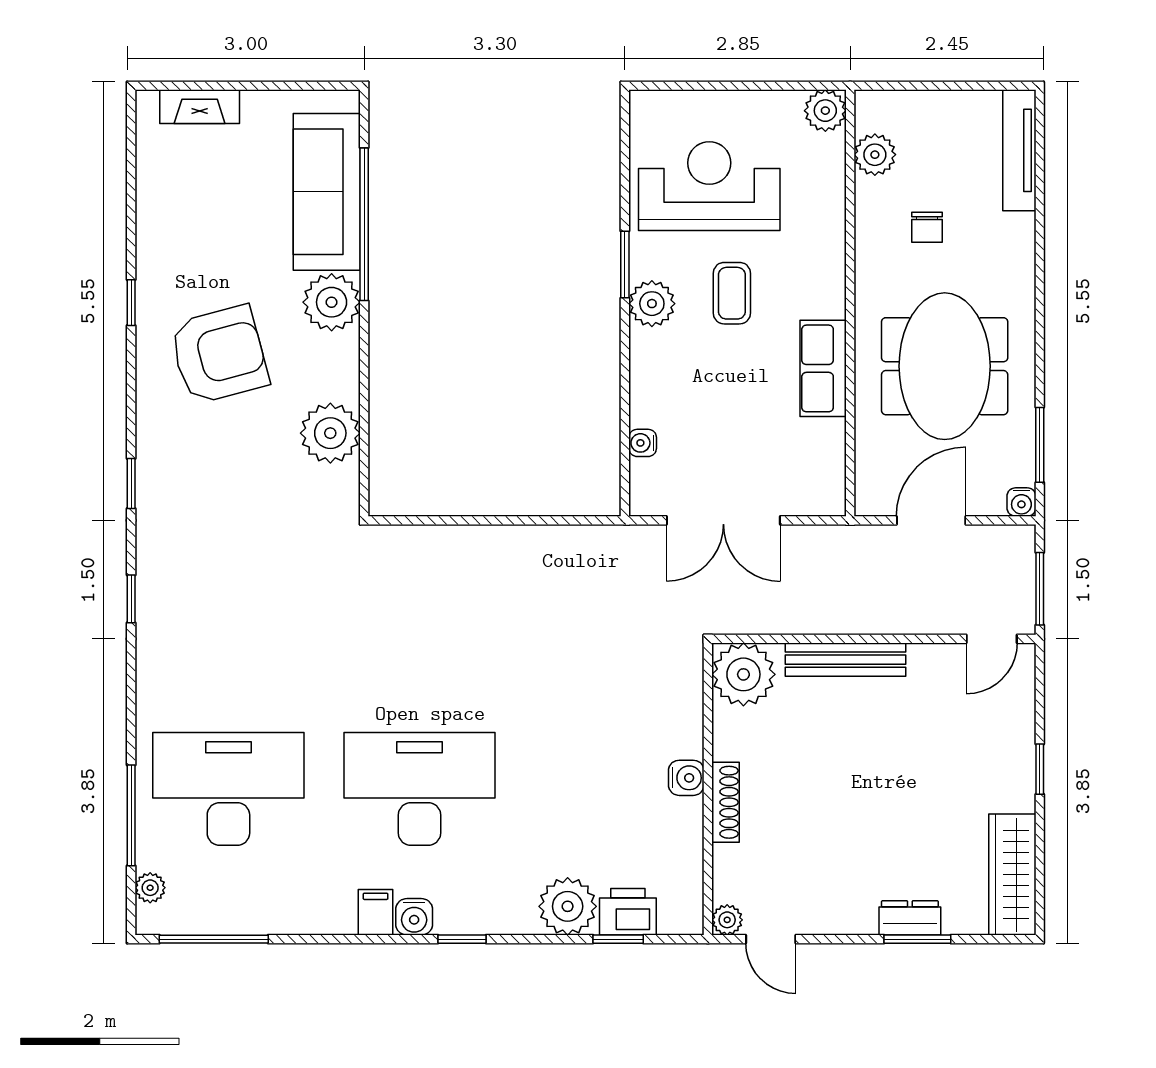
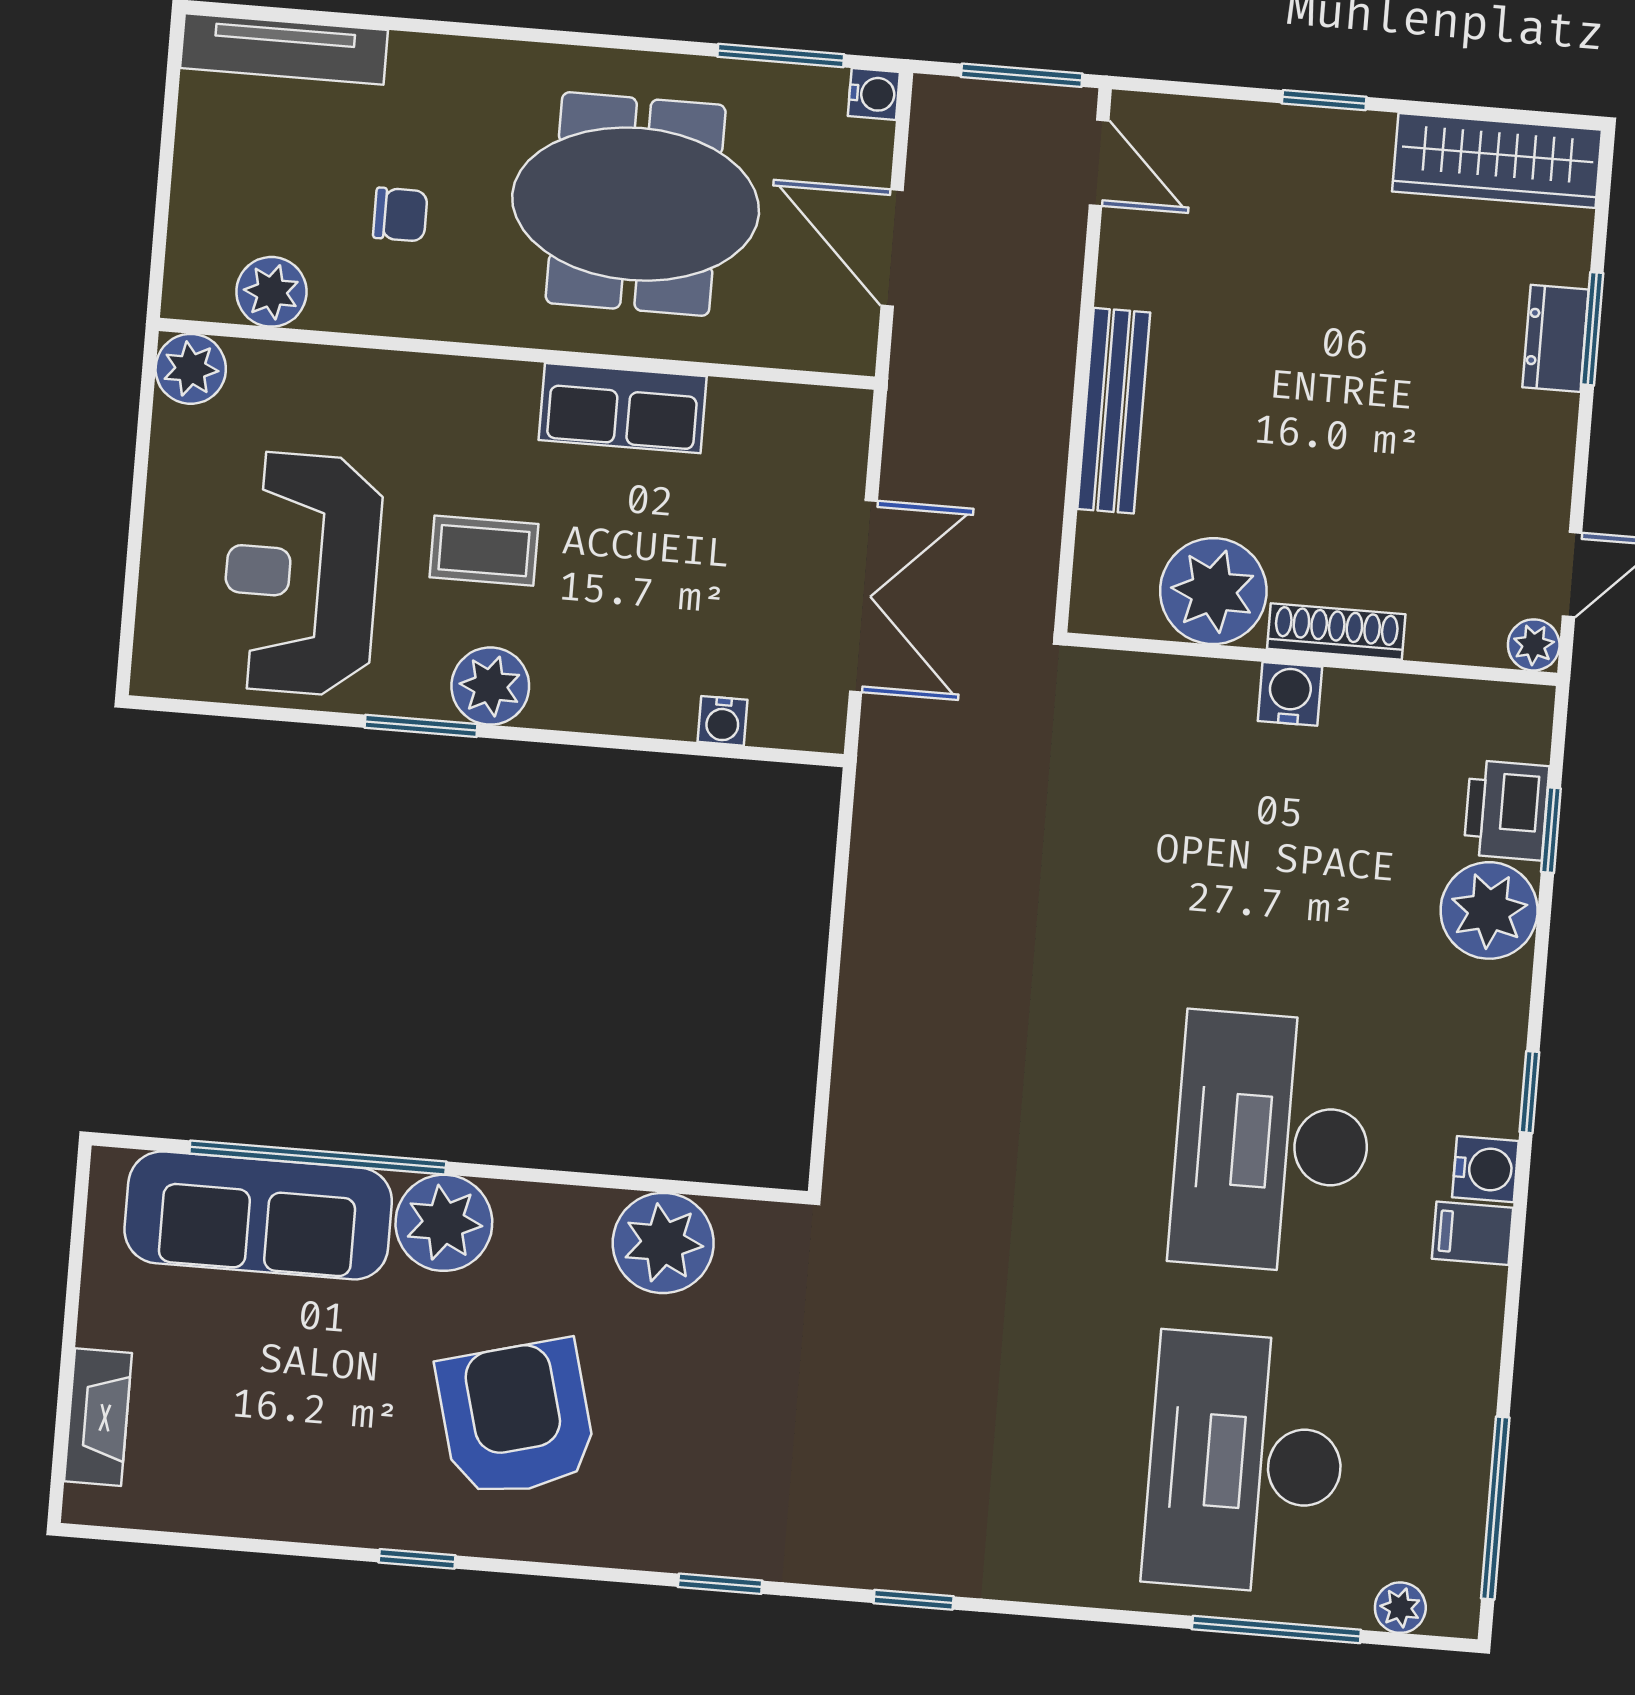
plant: (743, 674) -> (1213, 591), moved

